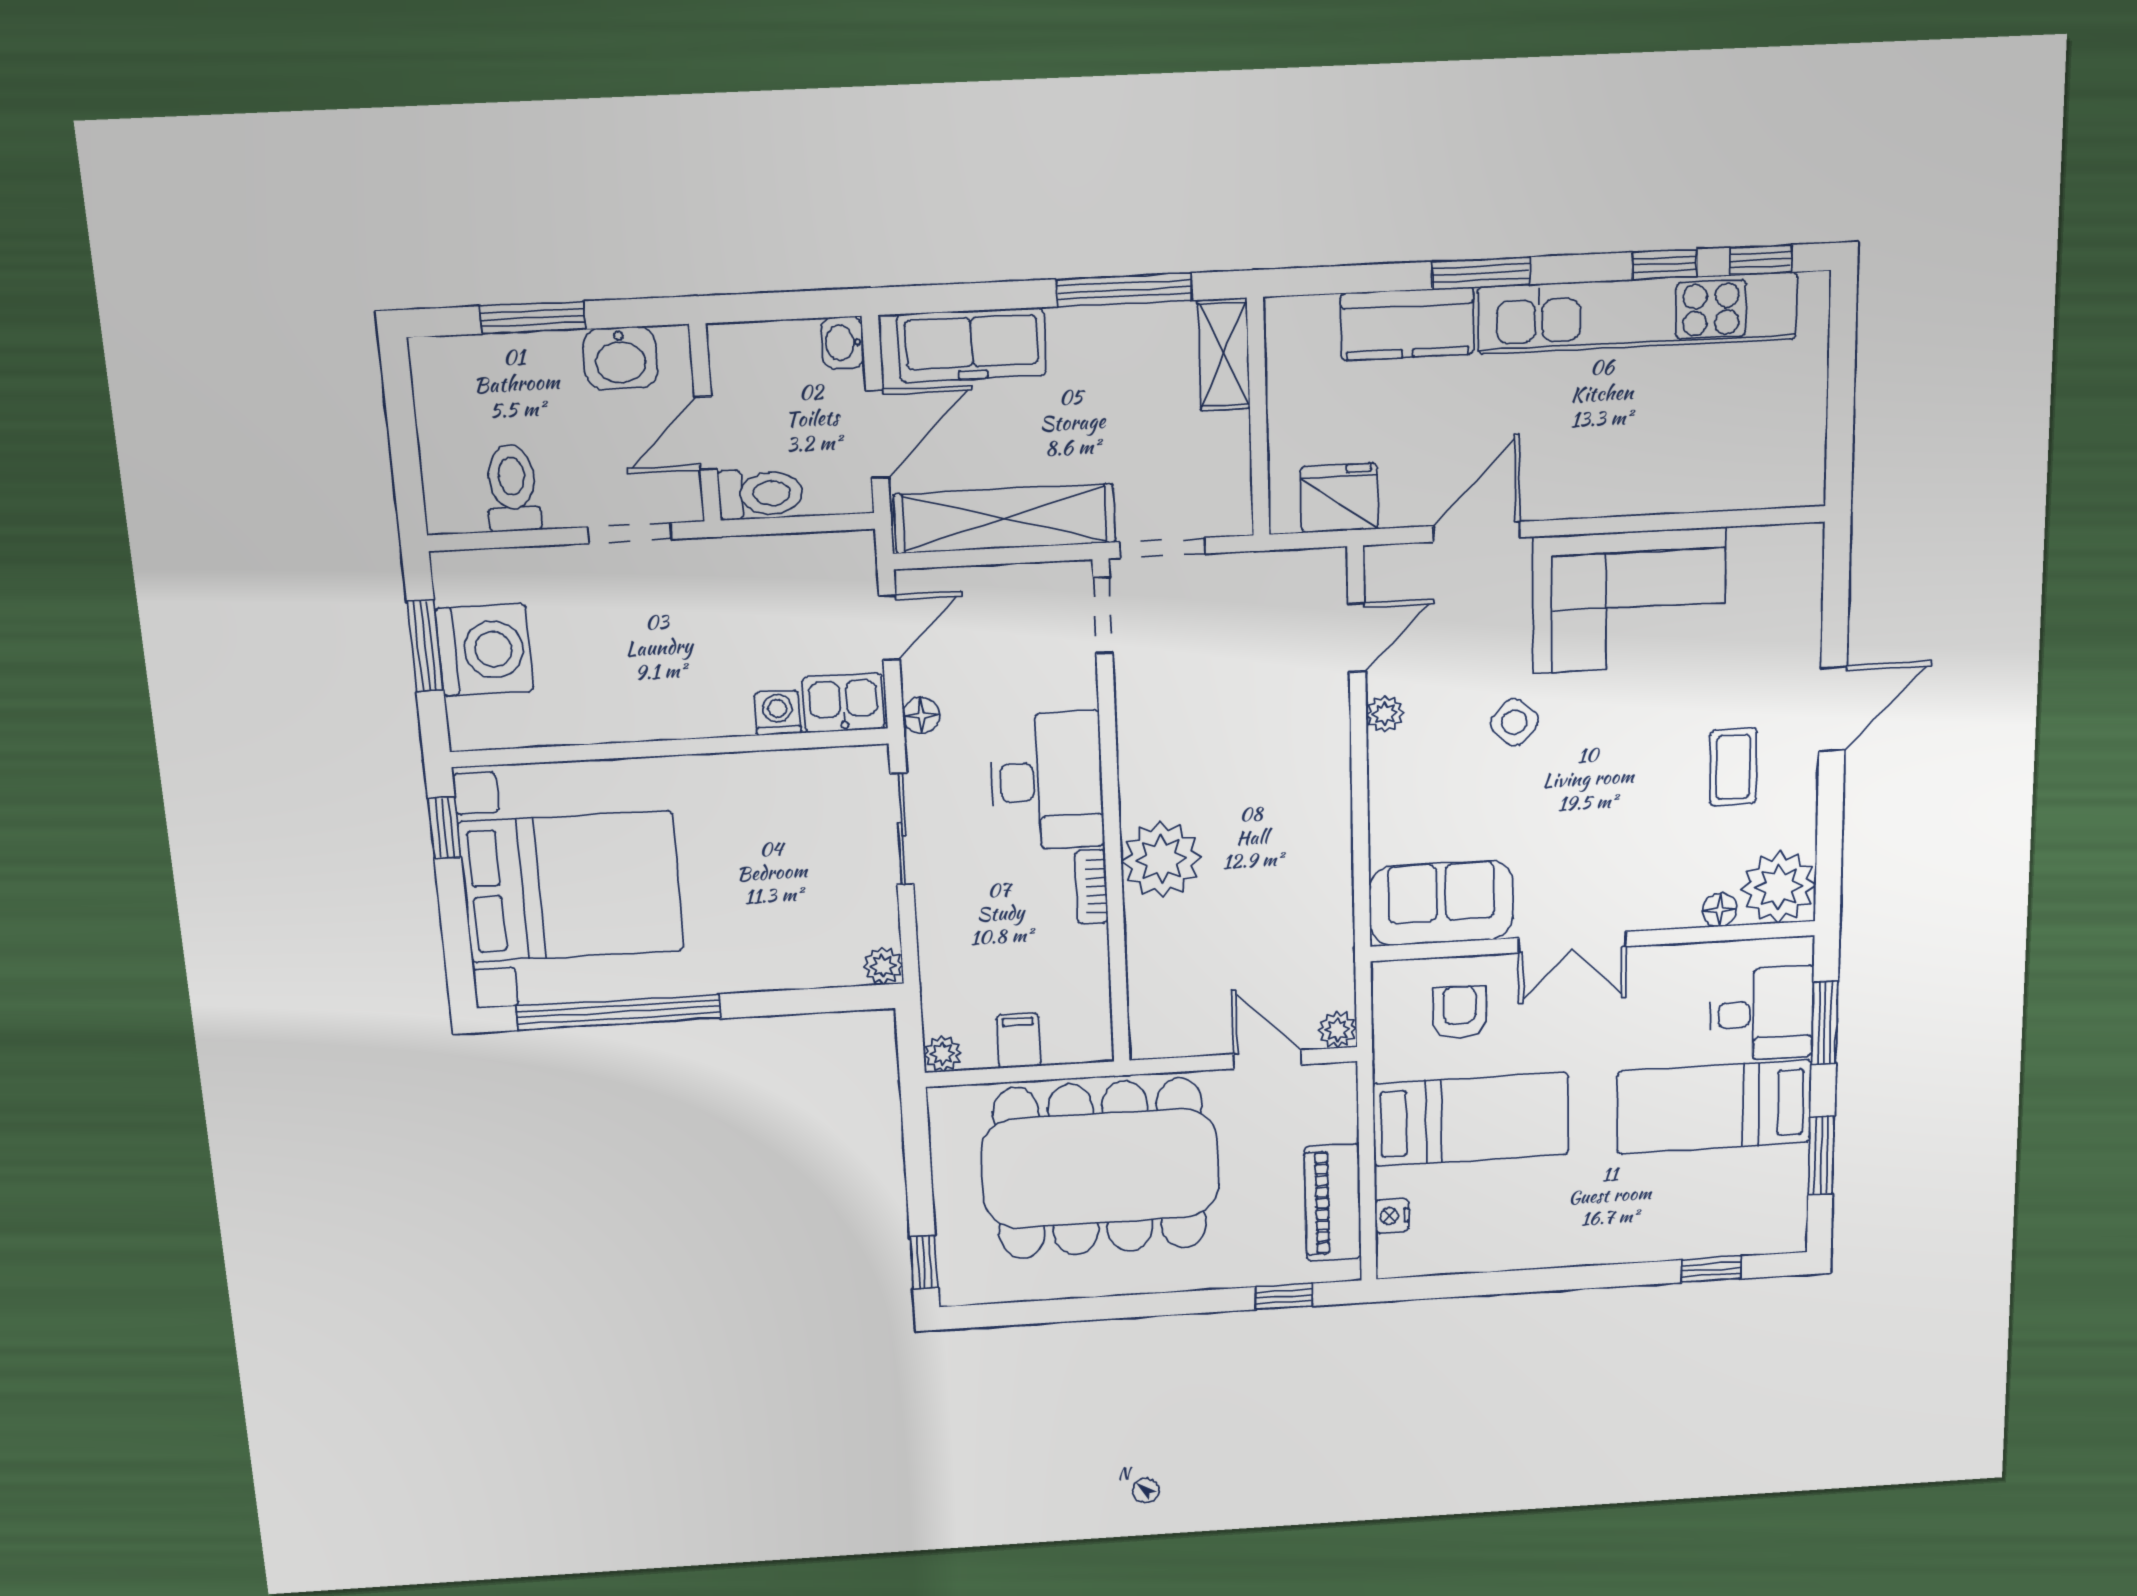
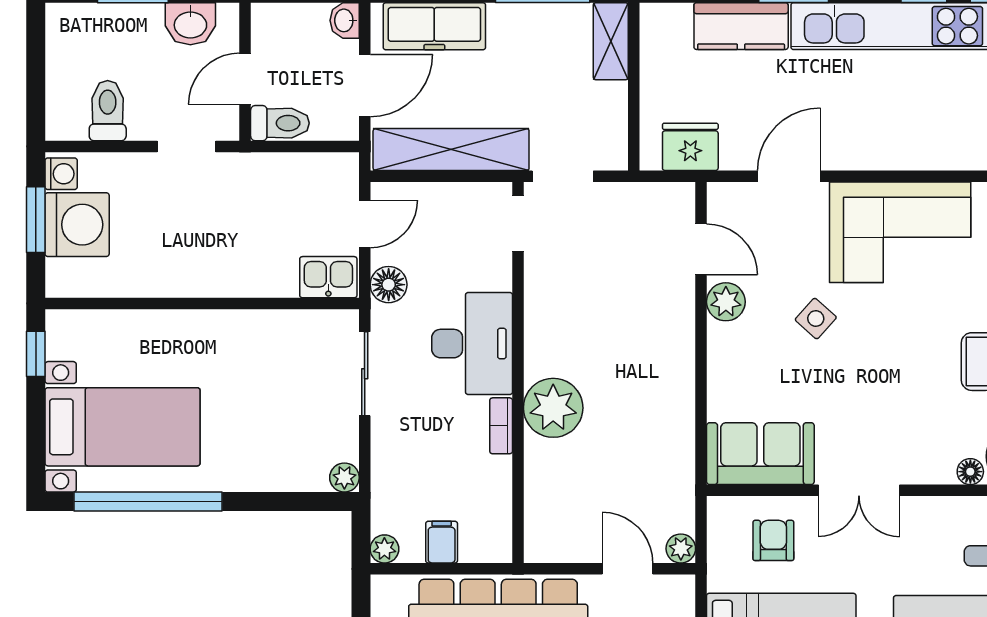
door: (1357, 638) -> (701, 249), hinge flipped
washing machine: (778, 713) -> (61, 174), moved, turned 90
plant: (1385, 714) -> (726, 302), width x1.38, depth x1.38
floor lamp: (921, 715) -> (389, 285), width x1.37, depth x1.37
bed with nightstands: (571, 887) -> (122, 427), width x0.73

